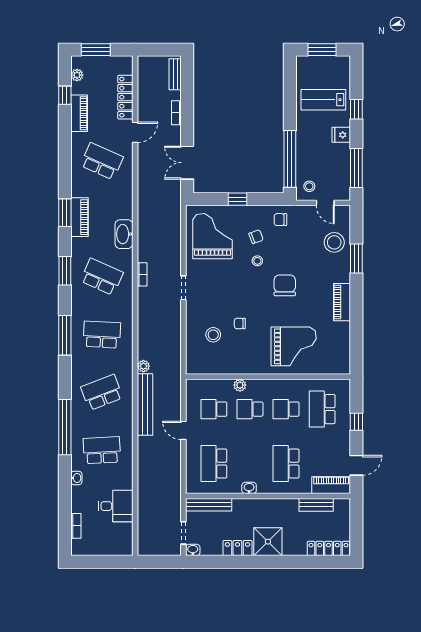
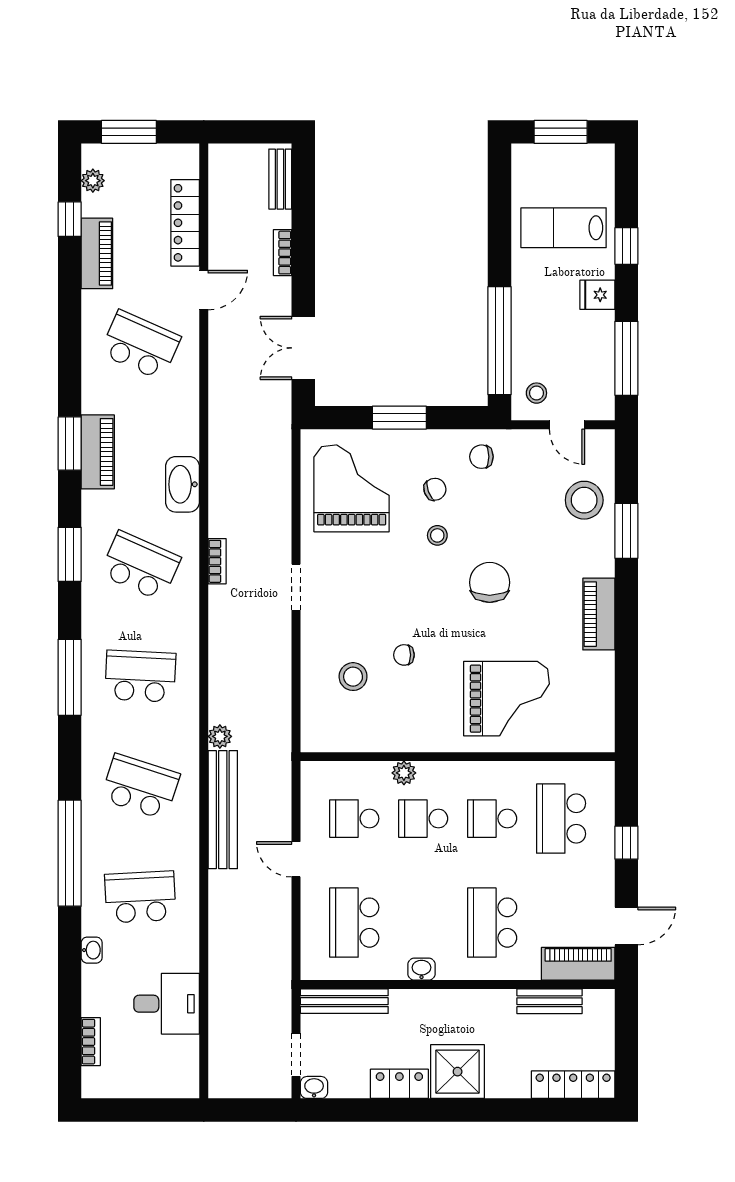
window: (237, 199) -> (399, 418), width x1.50
school desk: (102, 392) -> (140, 787), turned 39

